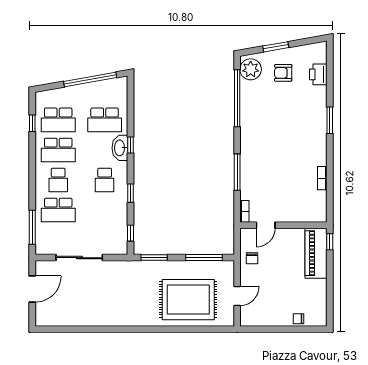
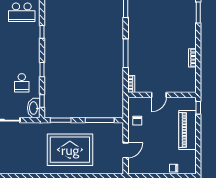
washbasin: (120, 148) -> (34, 108), moved
school desk: (105, 180) -> (22, 83), moved
door: (266, 225) -> (159, 95), moved
piano: (316, 253) -> (187, 130), moved
rug: (188, 300) -> (70, 150), moved

